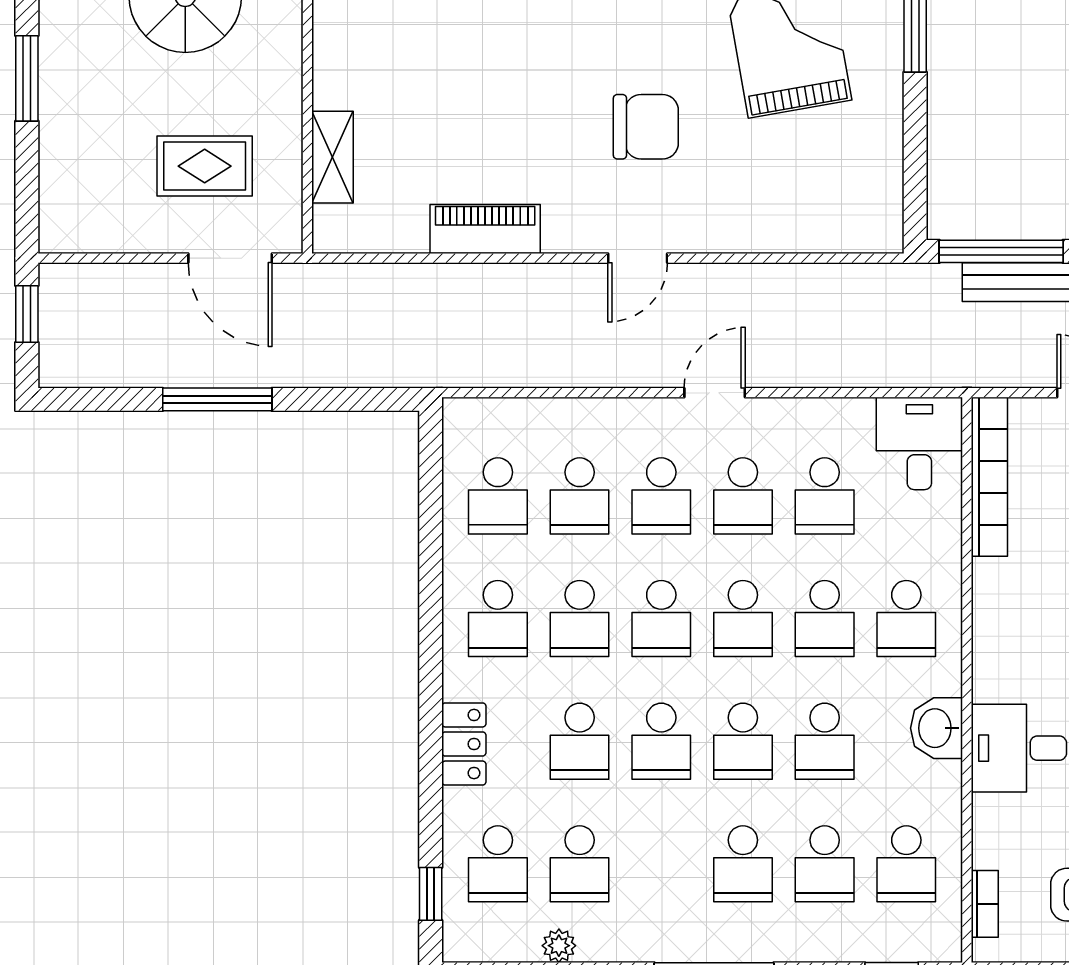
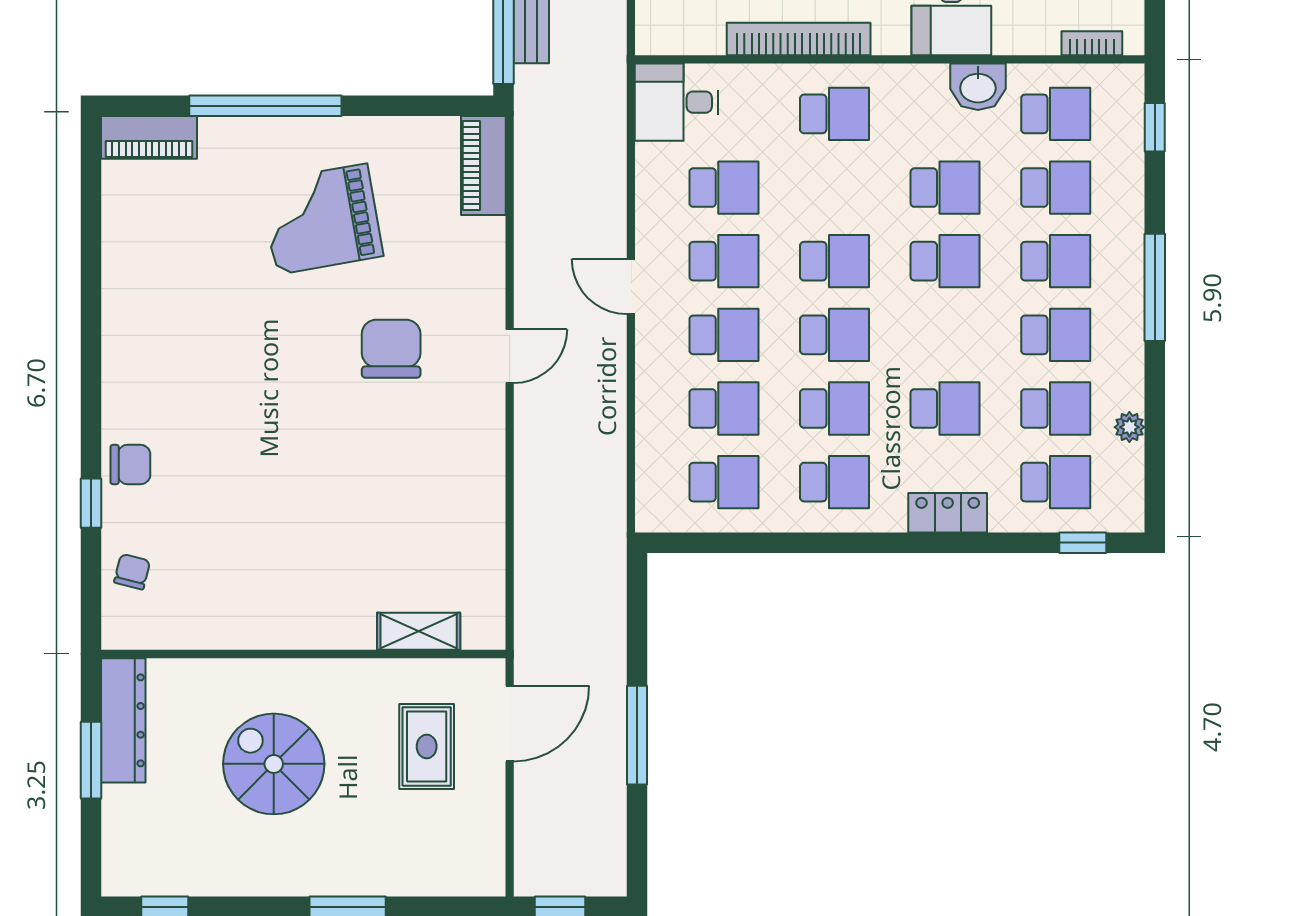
piano: (485, 229) -> (483, 166), moved
door: (638, 258) -> (510, 356), hinge flipped
bookcase: (989, 477) -> (799, 39), moved
school desk: (825, 619) -> (835, 188), removed
washbasin: (936, 728) -> (978, 87), moved
school desk: (661, 741) -> (1056, 335), moved

